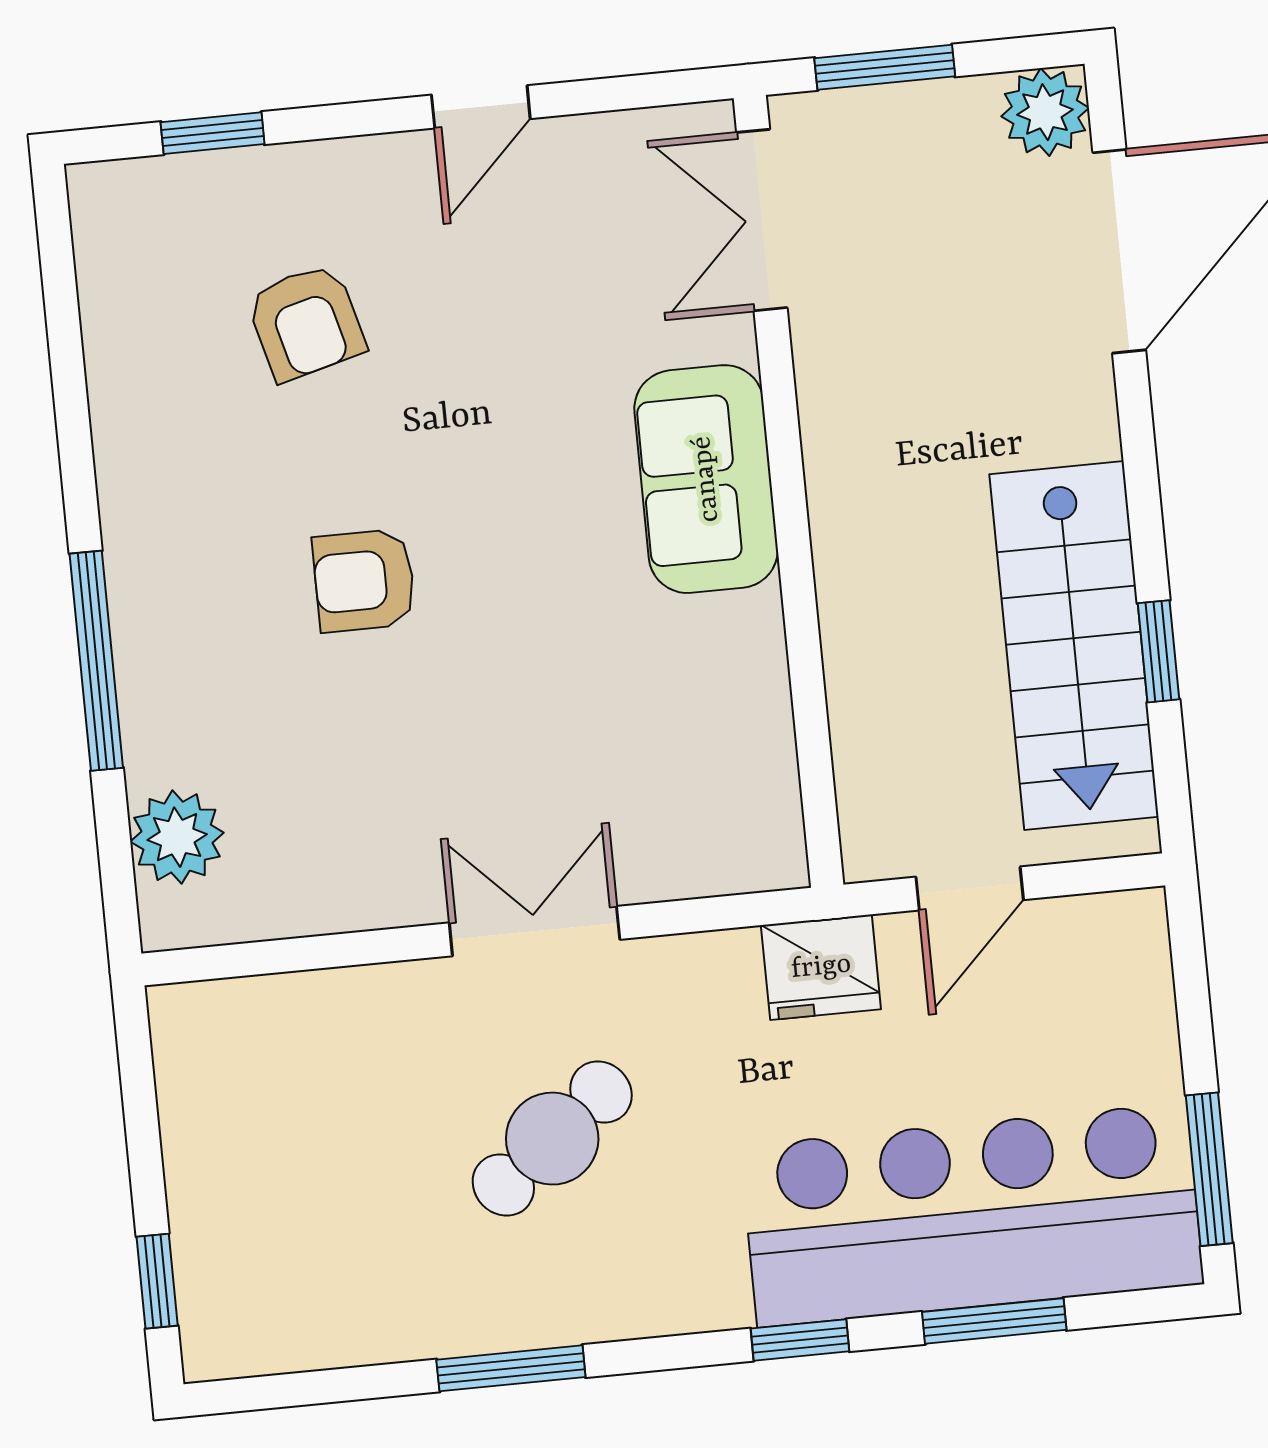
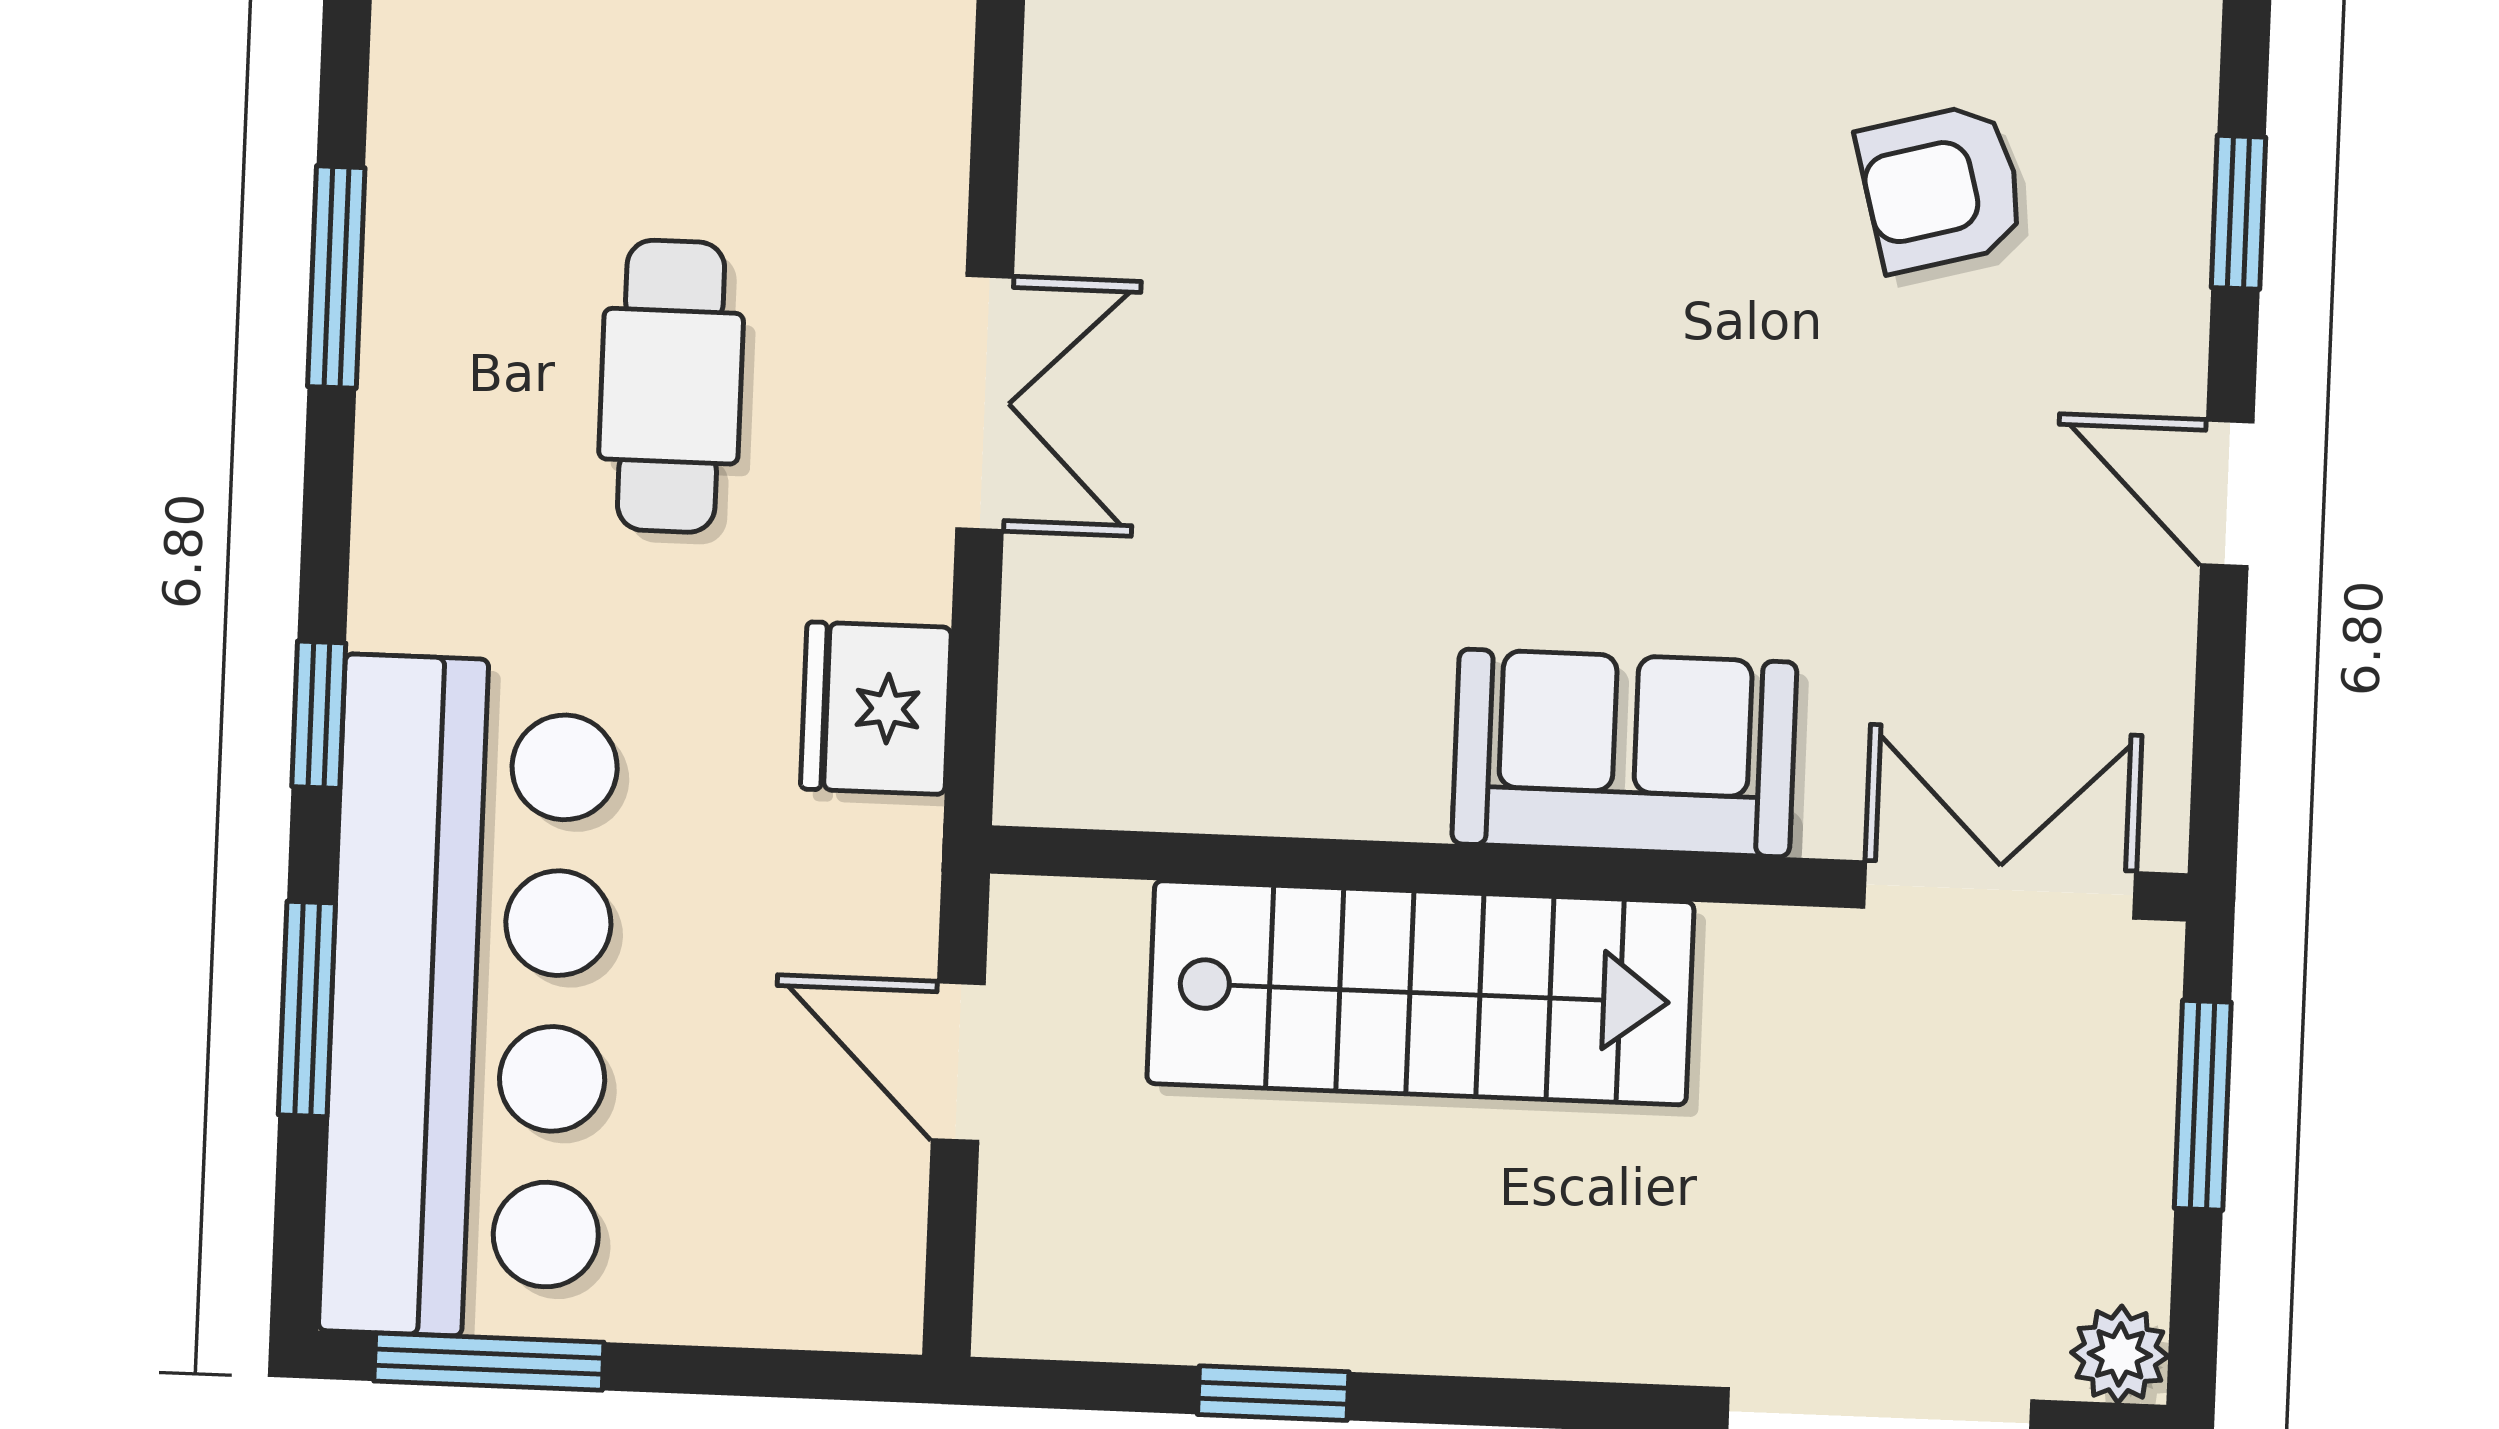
plant: (1045, 112) -> (2120, 1354), width x0.73, depth x0.73
window: (213, 133) -> (2239, 212), moved
armchair: (364, 581) -> (1544, 221), removed
stairs: (1074, 646) -> (1420, 993), moved, turned 180
fridge: (821, 967) -> (876, 708), moved
cafe table: (552, 1139) -> (671, 386), turned 38

